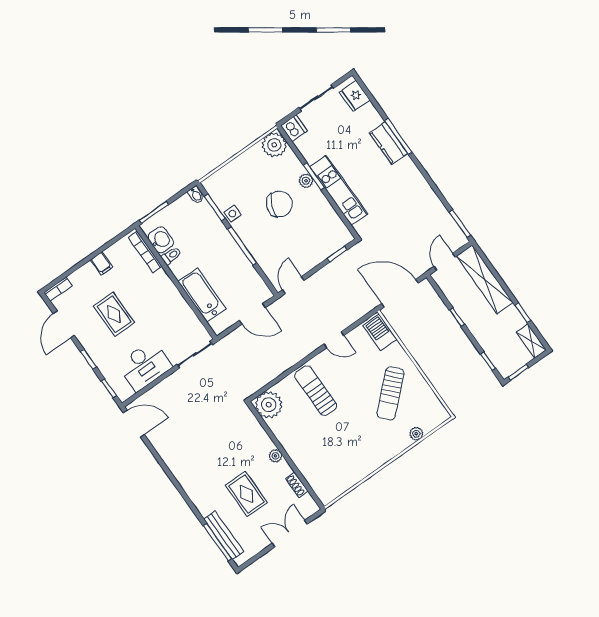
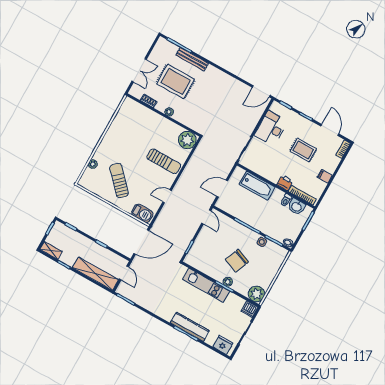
kitchen counter: (389, 143) -> (190, 327), width x1.50
printer: (161, 281) -> (285, 183), added
rug: (246, 494) -> (176, 81), width x1.36, depth x1.43
bench: (224, 535) -> (192, 59), moved

